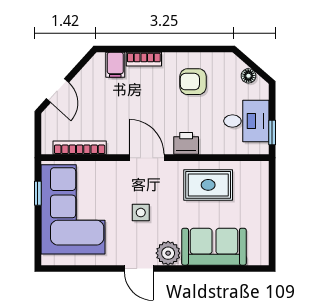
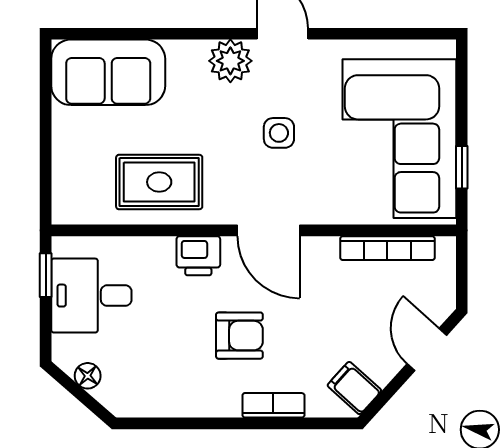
filing cabinet: (115, 65) -> (354, 388), moved, turned -48
armchair: (193, 82) -> (239, 336), moved
sofa: (214, 247) -> (108, 72), moved

